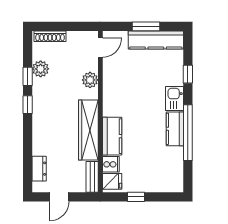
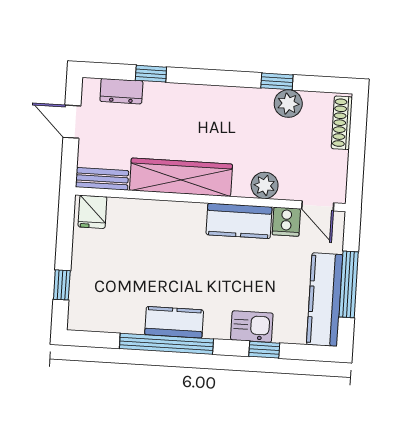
window: (146, 26) -> (349, 284), width x1.44
kitchen sink: (175, 98) -> (252, 327), moved
window: (28, 105) -> (151, 74), moved
kitchen counter: (112, 136) -> (239, 221), moved
cooker: (111, 164) -> (286, 222), moved
window: (136, 197) -> (62, 285), moved

